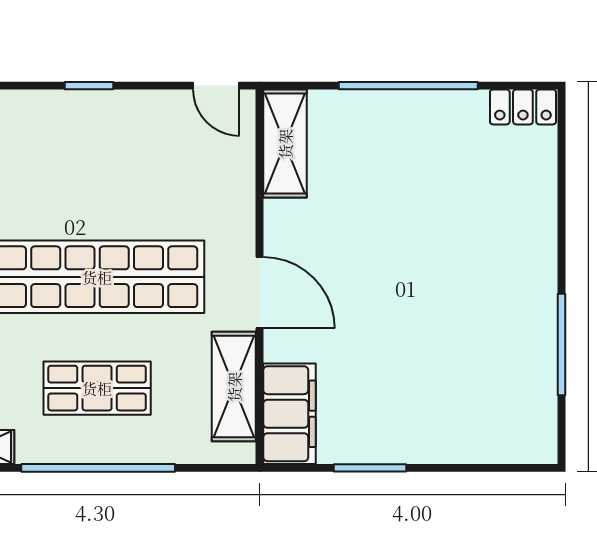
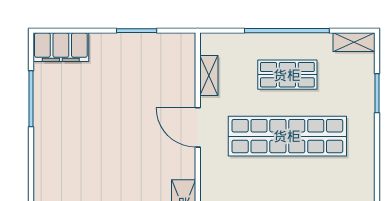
shelving: (234, 387) -> (209, 76), width x0.67, depth x0.75
filing cabinet: (289, 414) -> (61, 47), moved, turned -90

